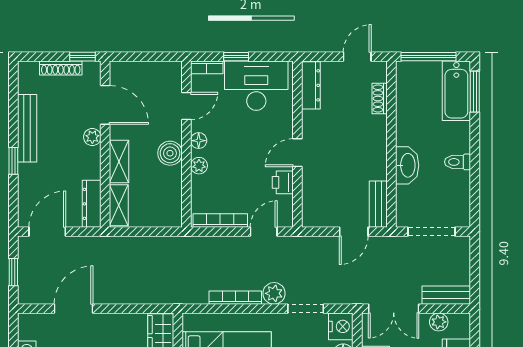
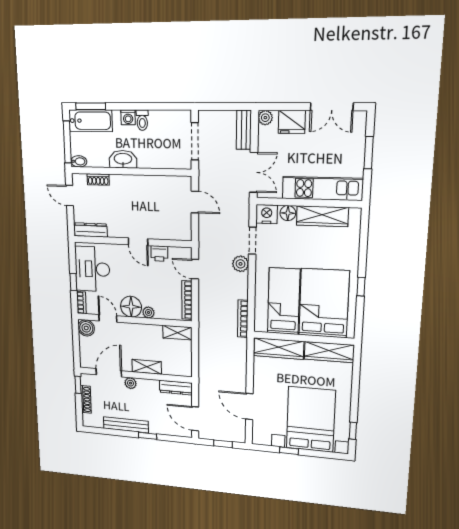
bidet: (403, 72) -> (79, 161), added
floor lamp: (199, 141) -> (131, 307), width x1.89, depth x1.89
washing machine: (461, 143) -> (128, 117), added
boiler: (170, 153) -> (86, 328), moved
washbasin: (407, 165) -> (123, 159), moved
bench: (378, 204) -> (174, 183), removed
shelving: (119, 205) -> (177, 333), moved
bookcase: (235, 298) -> (243, 319), moved
plant: (439, 322) -> (265, 118), moved

